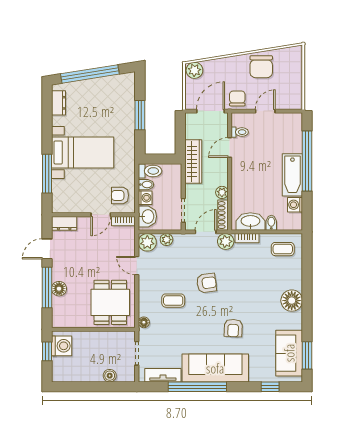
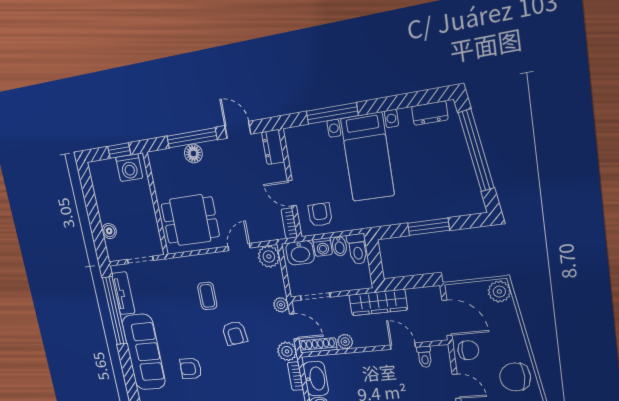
plant: (166, 240) -> (281, 305), moved
floor lamp: (144, 322) -> (176, 264), removed
window: (197, 387) -> (115, 311), moved

